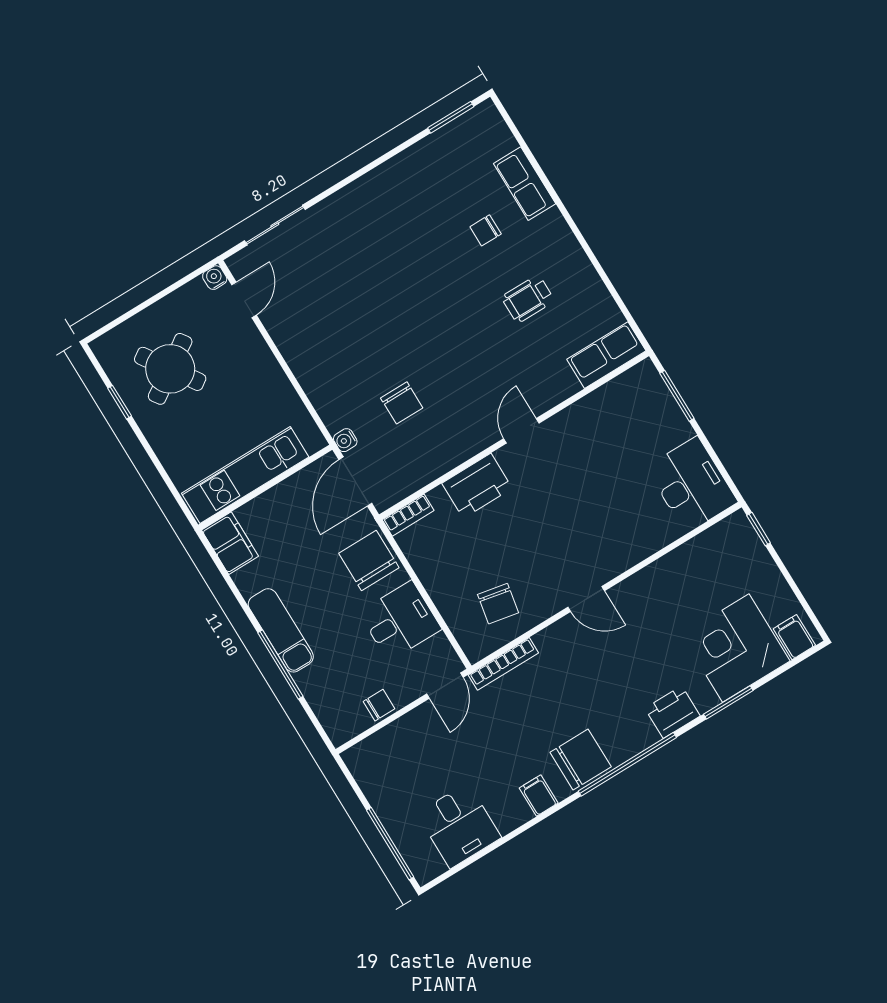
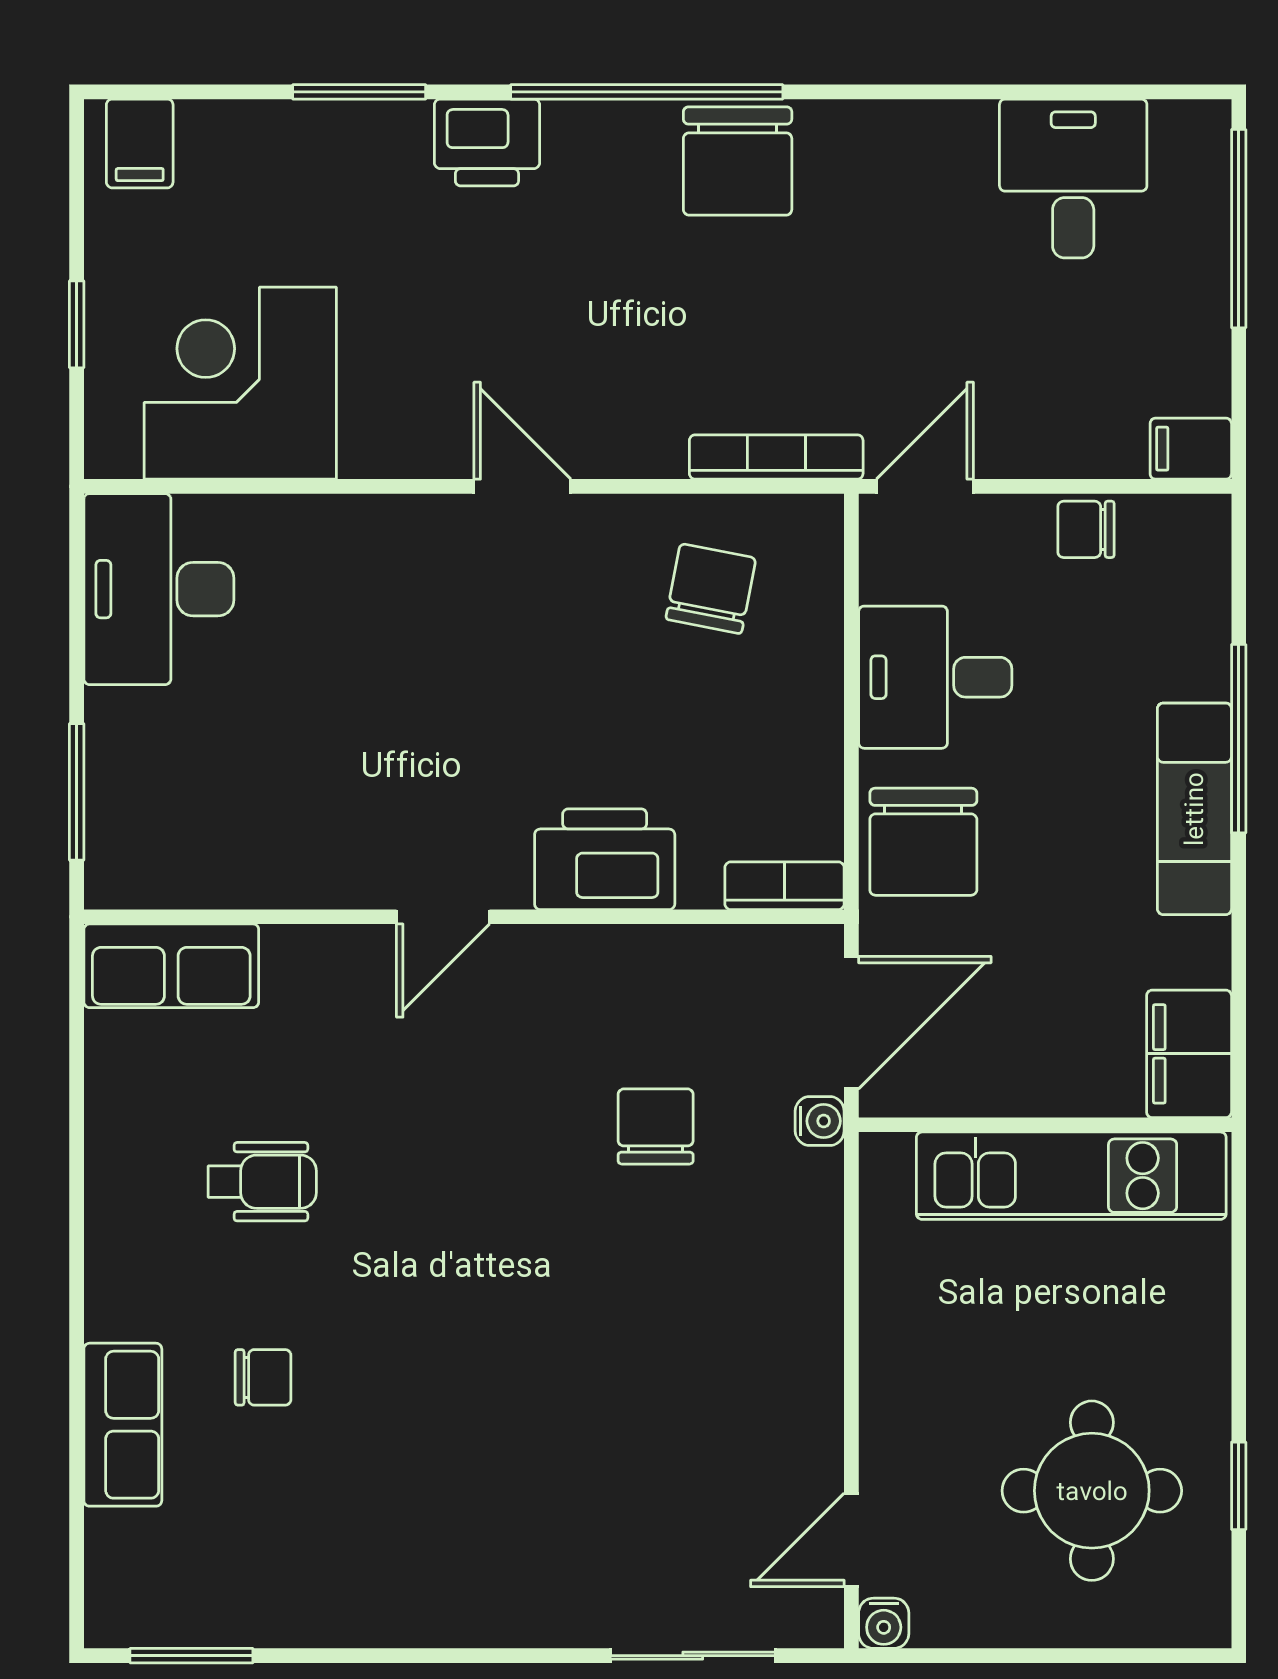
round table: (170, 369) -> (1092, 1491), turned 34
window: (759, 529) -> (77, 324), moved
corner desk: (736, 648) -> (240, 383), moved, turned 180
chair: (581, 760) -> (738, 161), turned -90
filing cabinet: (539, 796) -> (1191, 449), moved, turned 90

